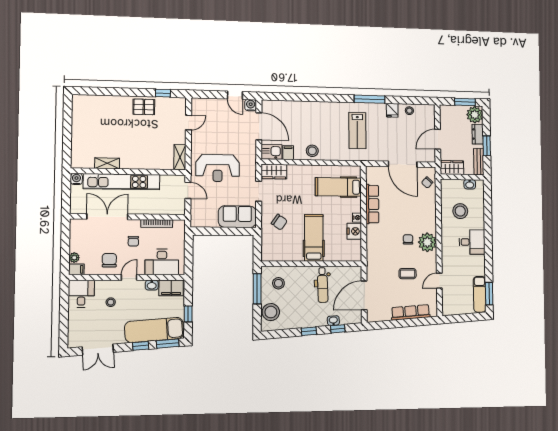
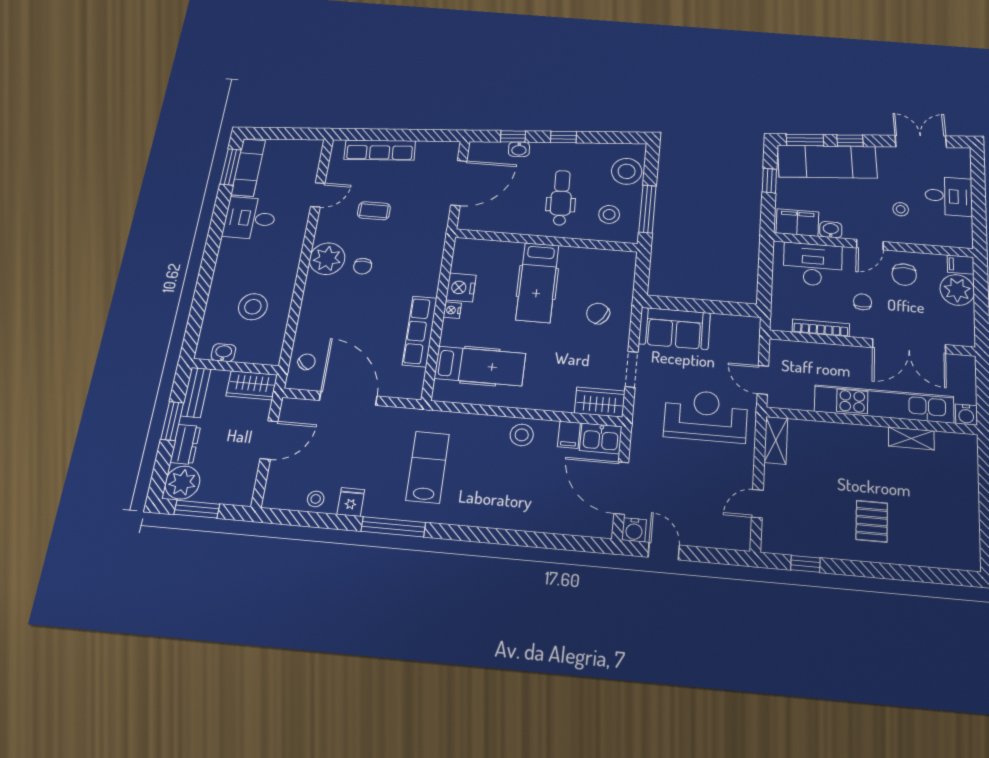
pallet: (144, 107) -> (872, 521), moved, turned 90
desk: (472, 242) -> (250, 218), moved
plant: (74, 258) -> (957, 290), width x1.87, depth x1.87
dental chair: (323, 285) -> (561, 198), moved
desk: (81, 294) -> (949, 196), moved, turned -90

